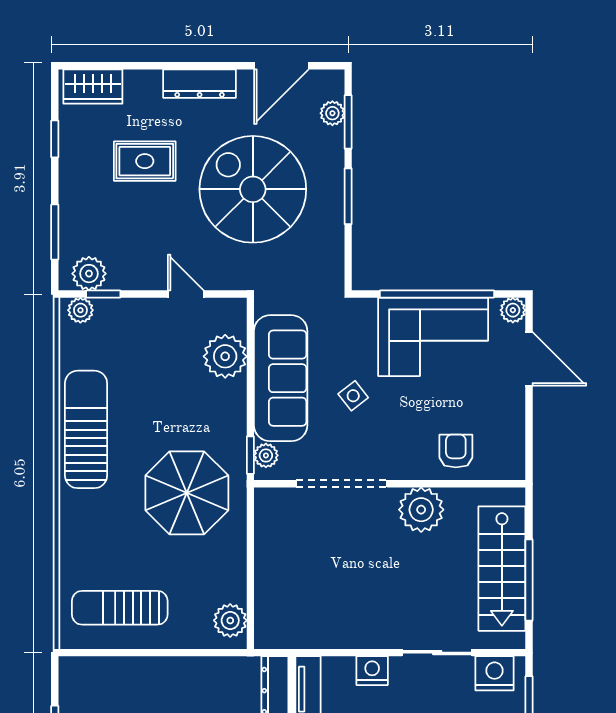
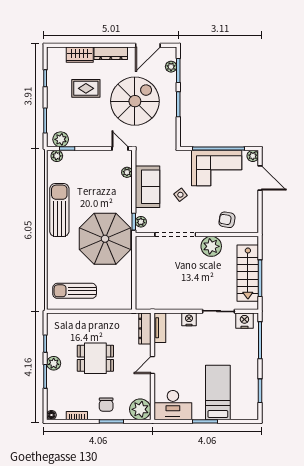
wardrobe: (93, 87) -> (80, 55), moved
spiral stairs: (253, 189) -> (135, 101), turned 90
door: (186, 294) -> (120, 149), moved
plant: (225, 356) -> (127, 172), width x0.53, depth x0.53
sofa: (281, 378) -> (148, 187), width x0.73
armchair: (456, 451) -> (227, 220), turned -80
parasol: (187, 493) -> (105, 239), width x1.36, depth x1.36
plant: (230, 620) -> (125, 297), removed

